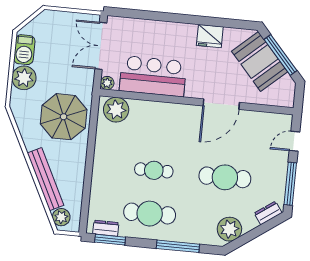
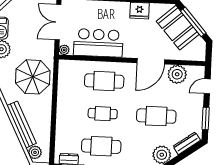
plant: (116, 110) -> (177, 74), moved
cafe table: (158, 127) -> (104, 81), added
window: (290, 184) -> (206, 118), width x0.69
dresser: (268, 213) -> (187, 143), width x1.44

